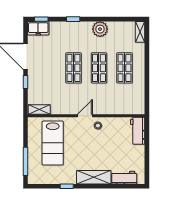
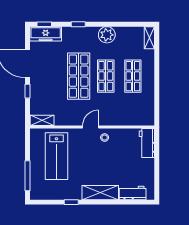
freezer: (38, 28) -> (46, 34), width x1.40
shop shelf: (73, 68) -> (79, 76), width x1.43, depth x1.36

